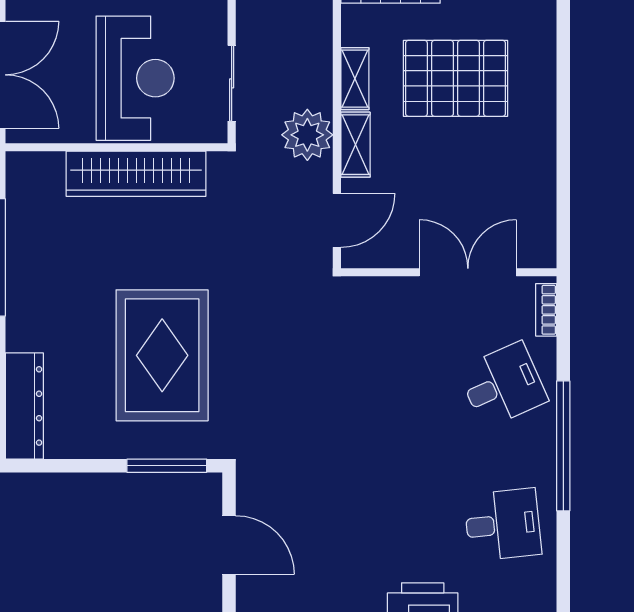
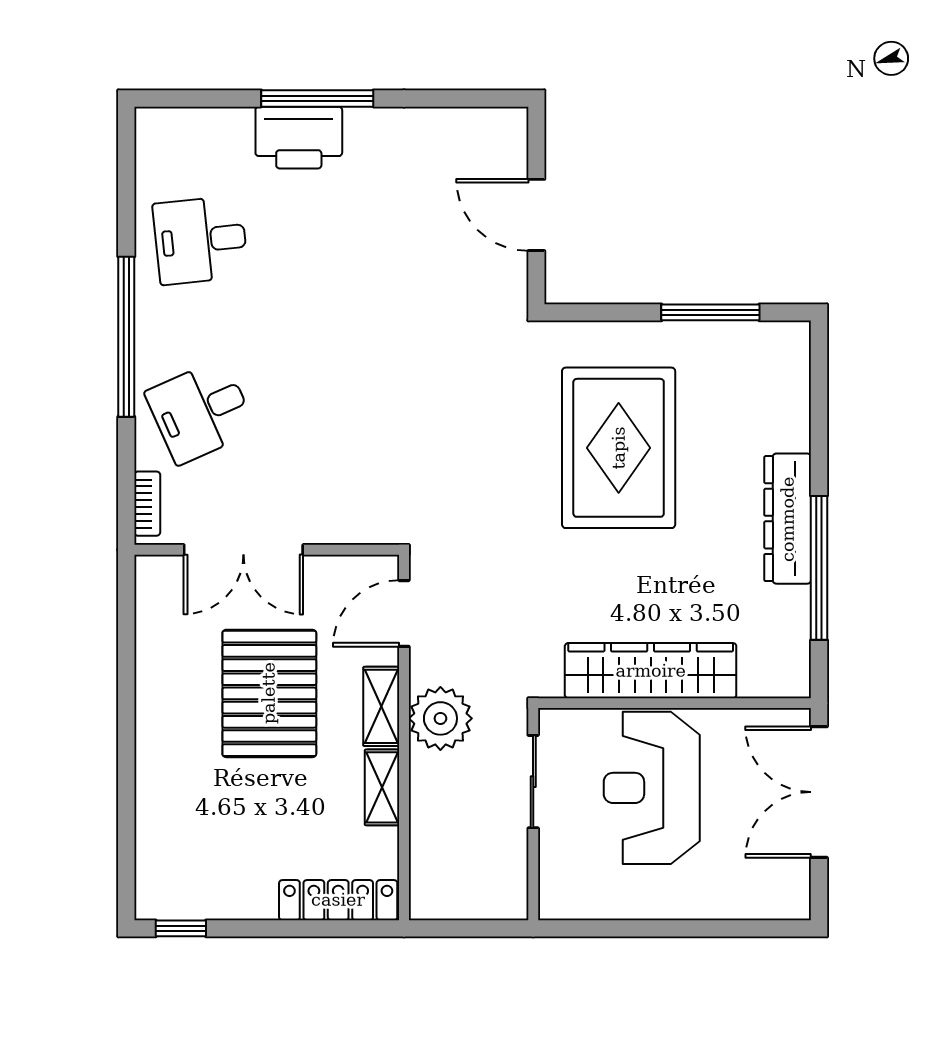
pallet: (455, 78) -> (269, 693), moved, turned 90
dresser: (24, 406) -> (788, 519), moved
window: (167, 466) -> (710, 312), moved

